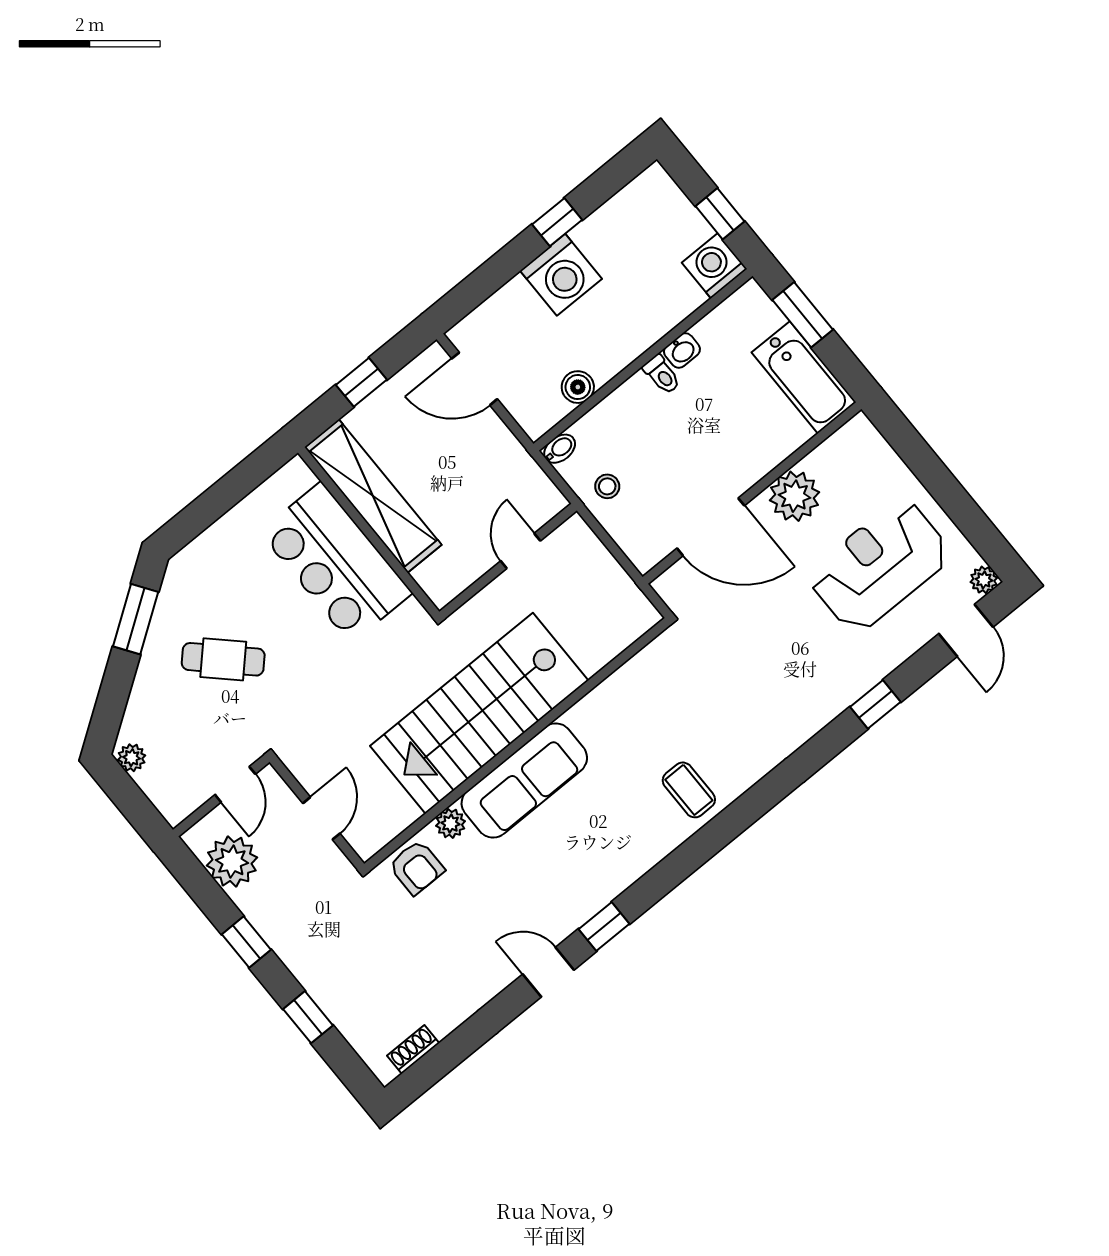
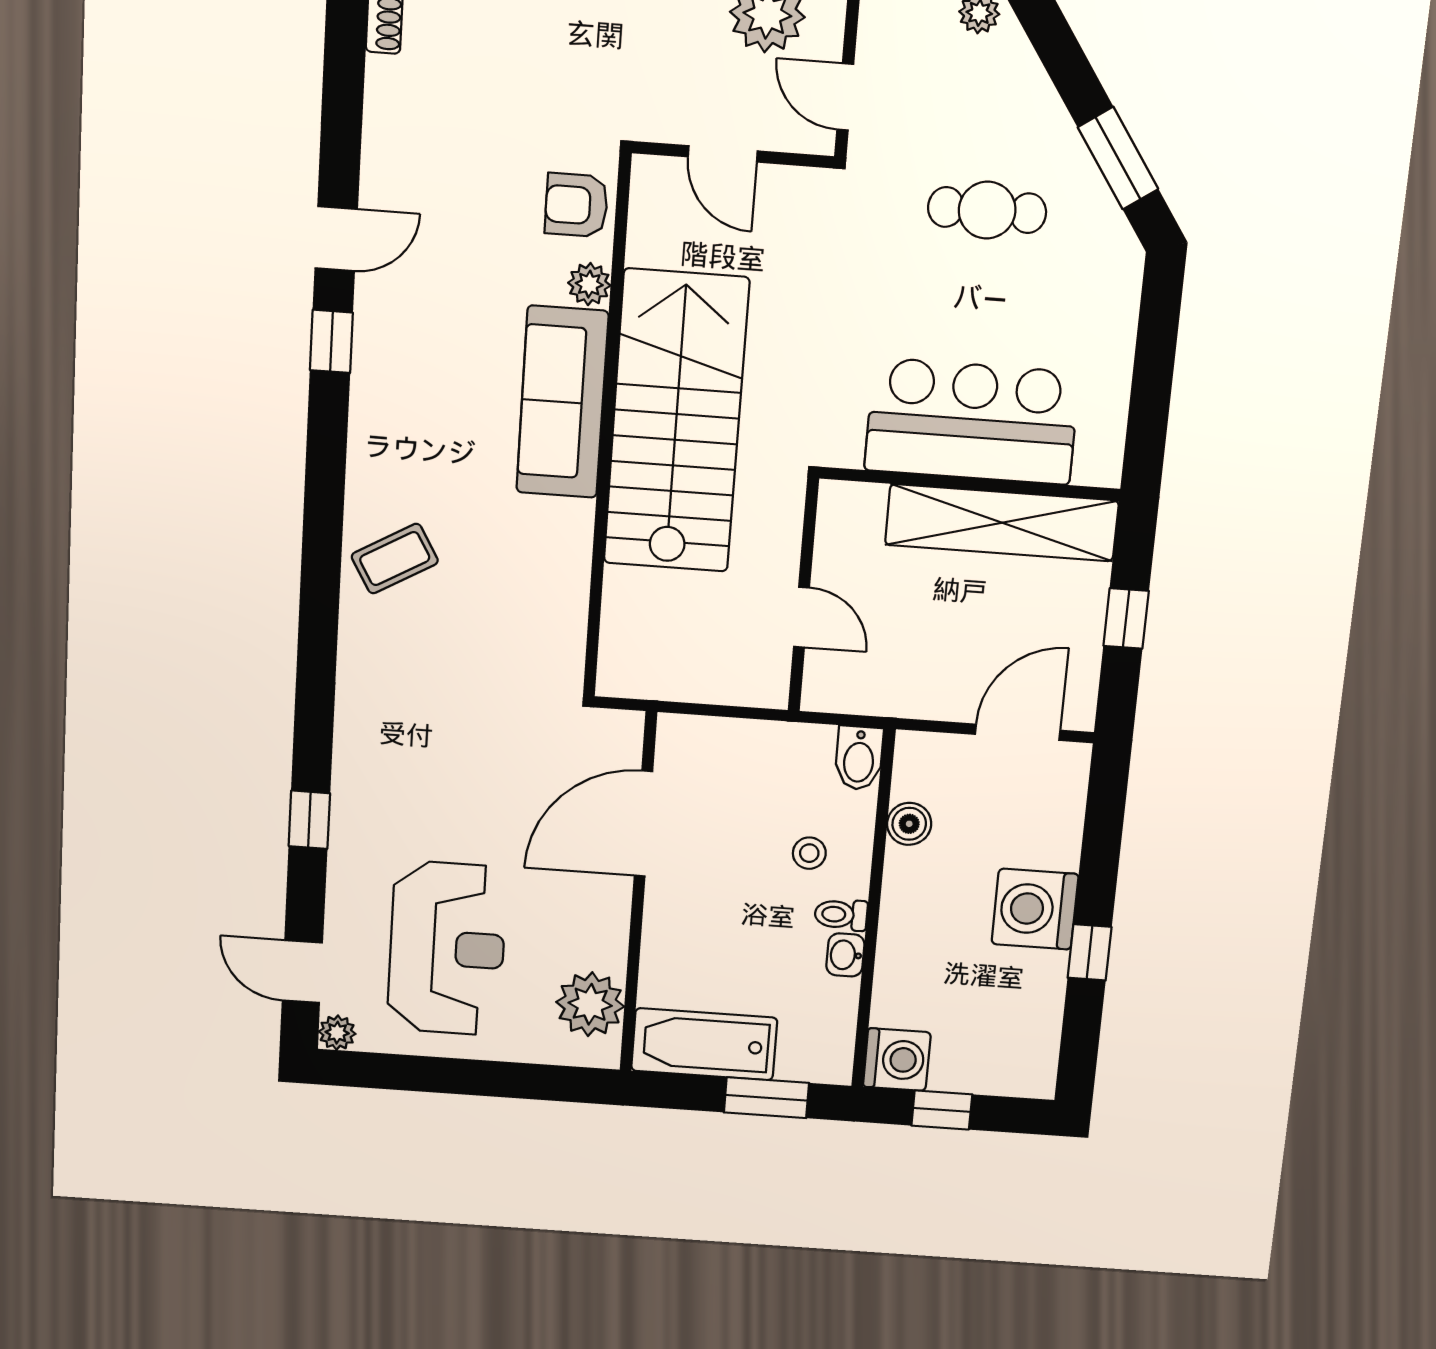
bidet: (560, 449) -> (859, 758), width x1.38, depth x1.36
stool: (607, 486) -> (809, 853), moved
plant: (795, 496) -> (590, 1004), moved
cafe table: (223, 659) -> (987, 210), turned 46
coffee table: (689, 790) -> (395, 559), turned -30

